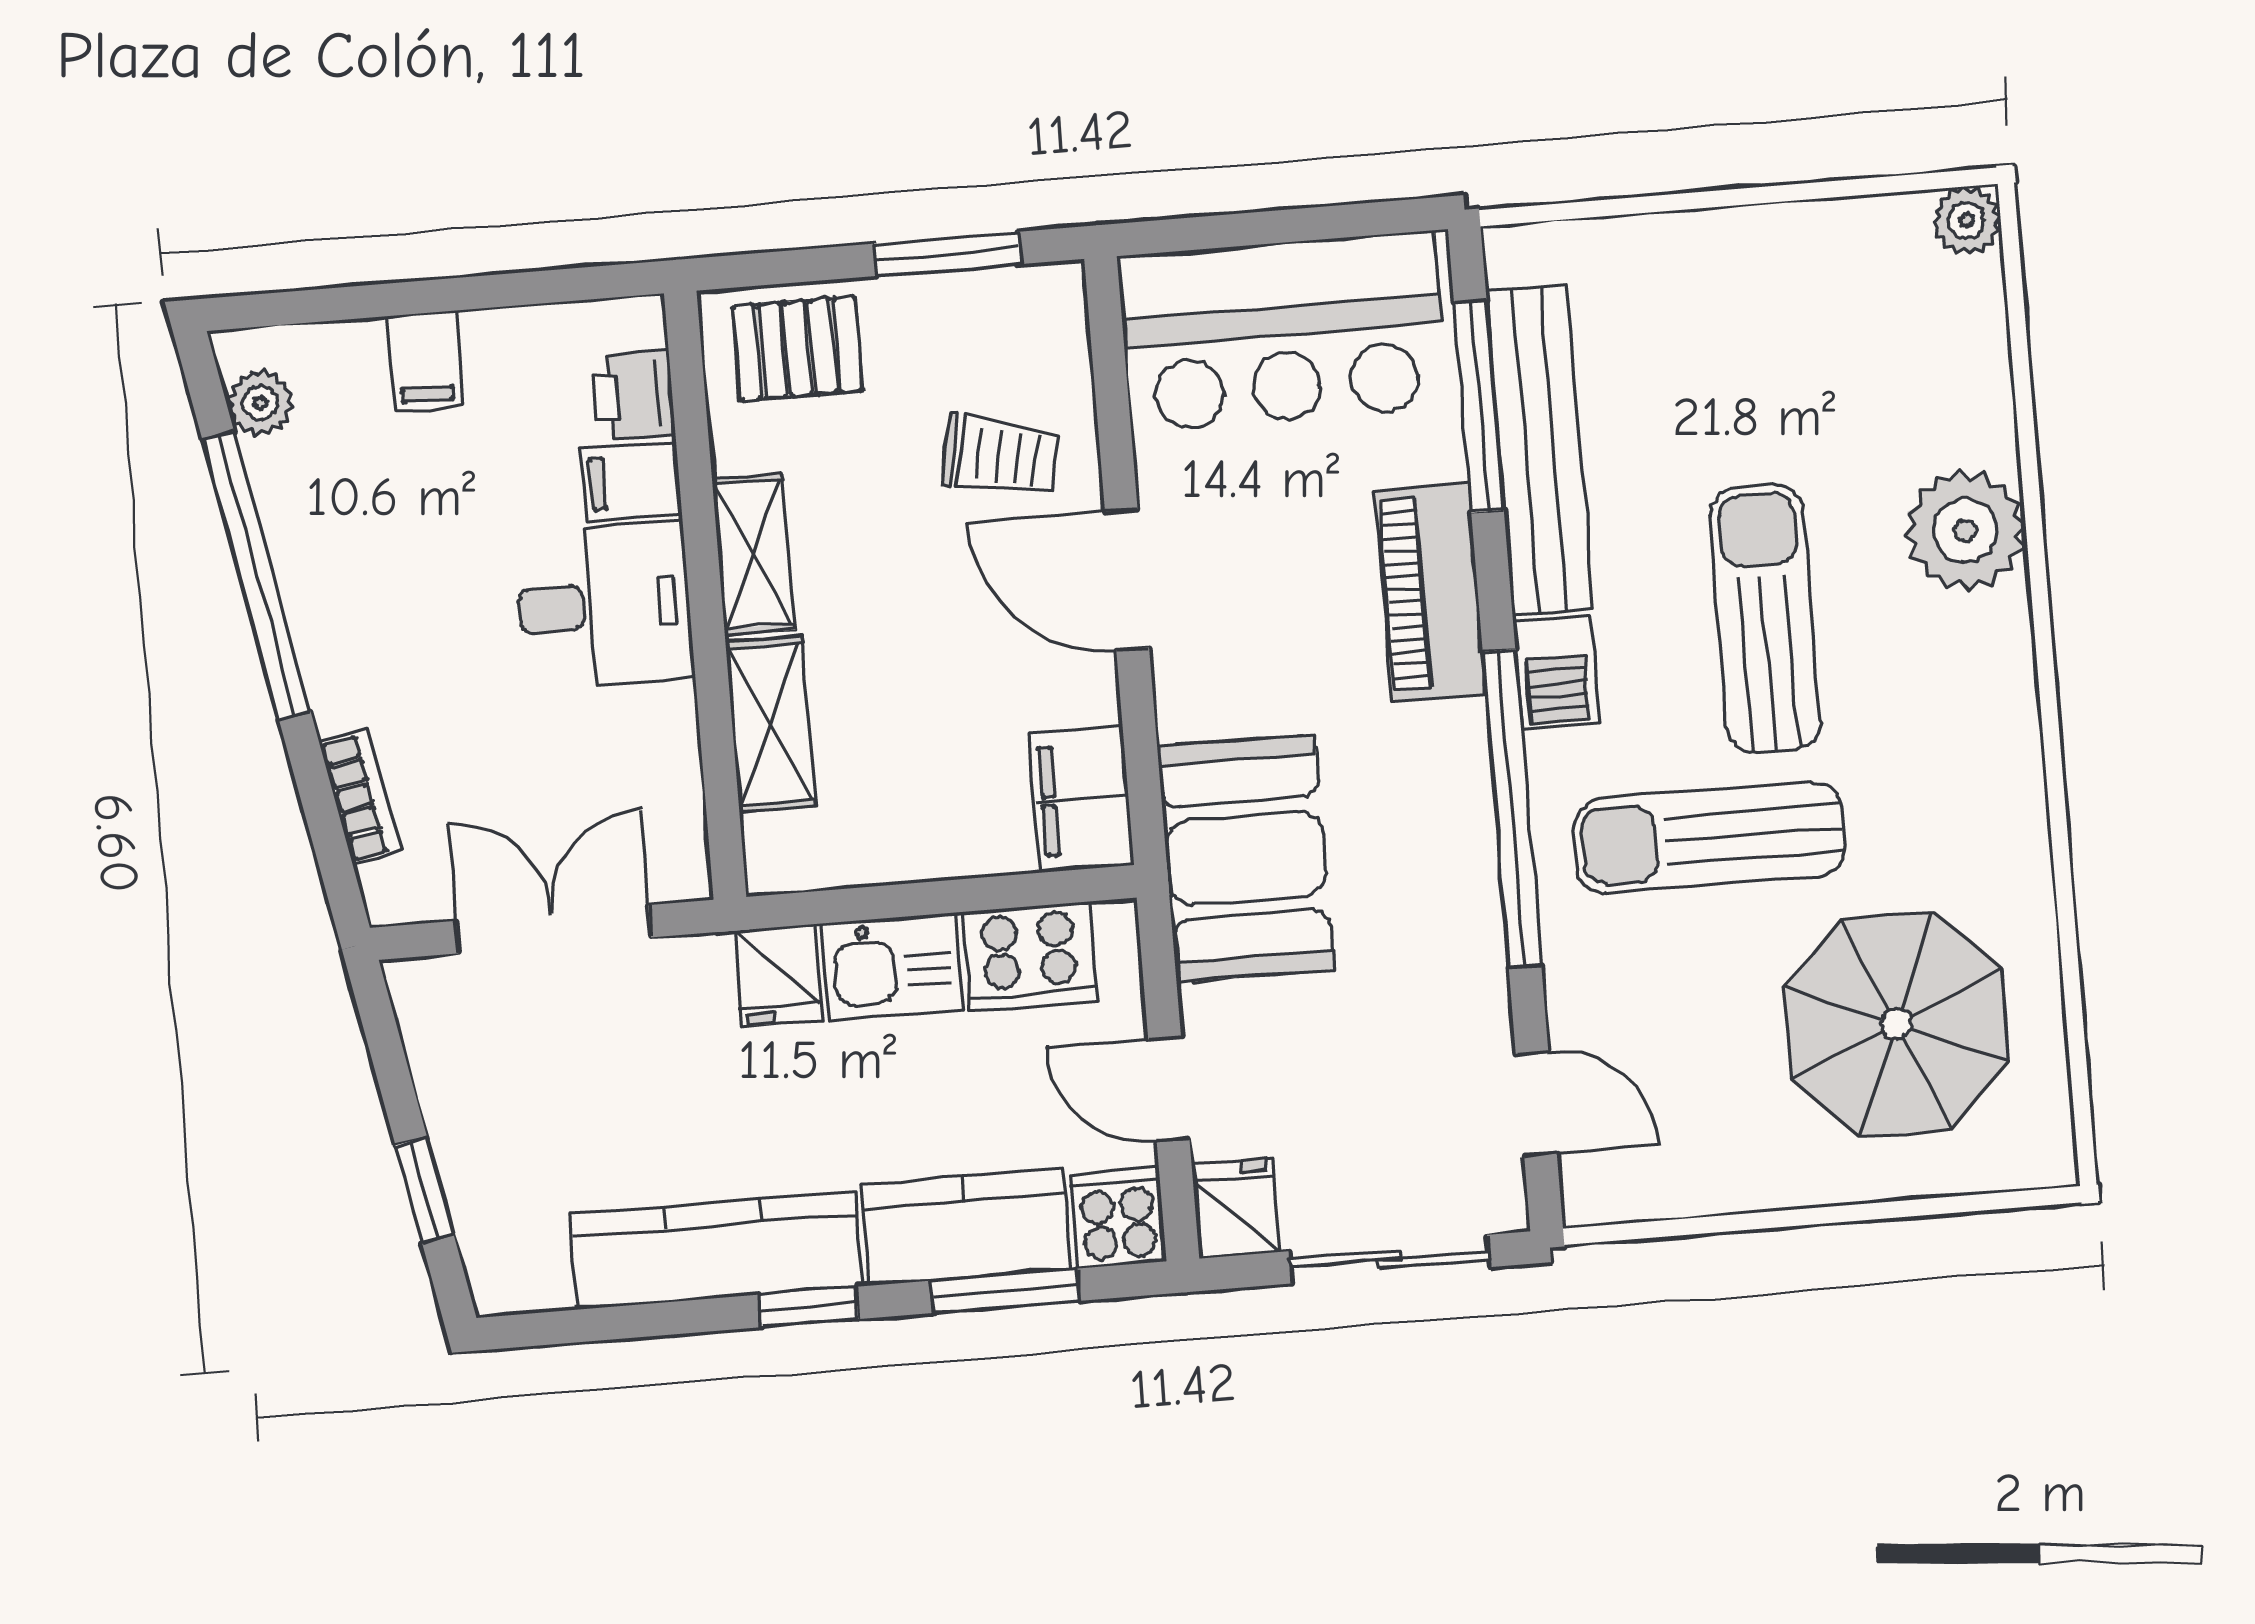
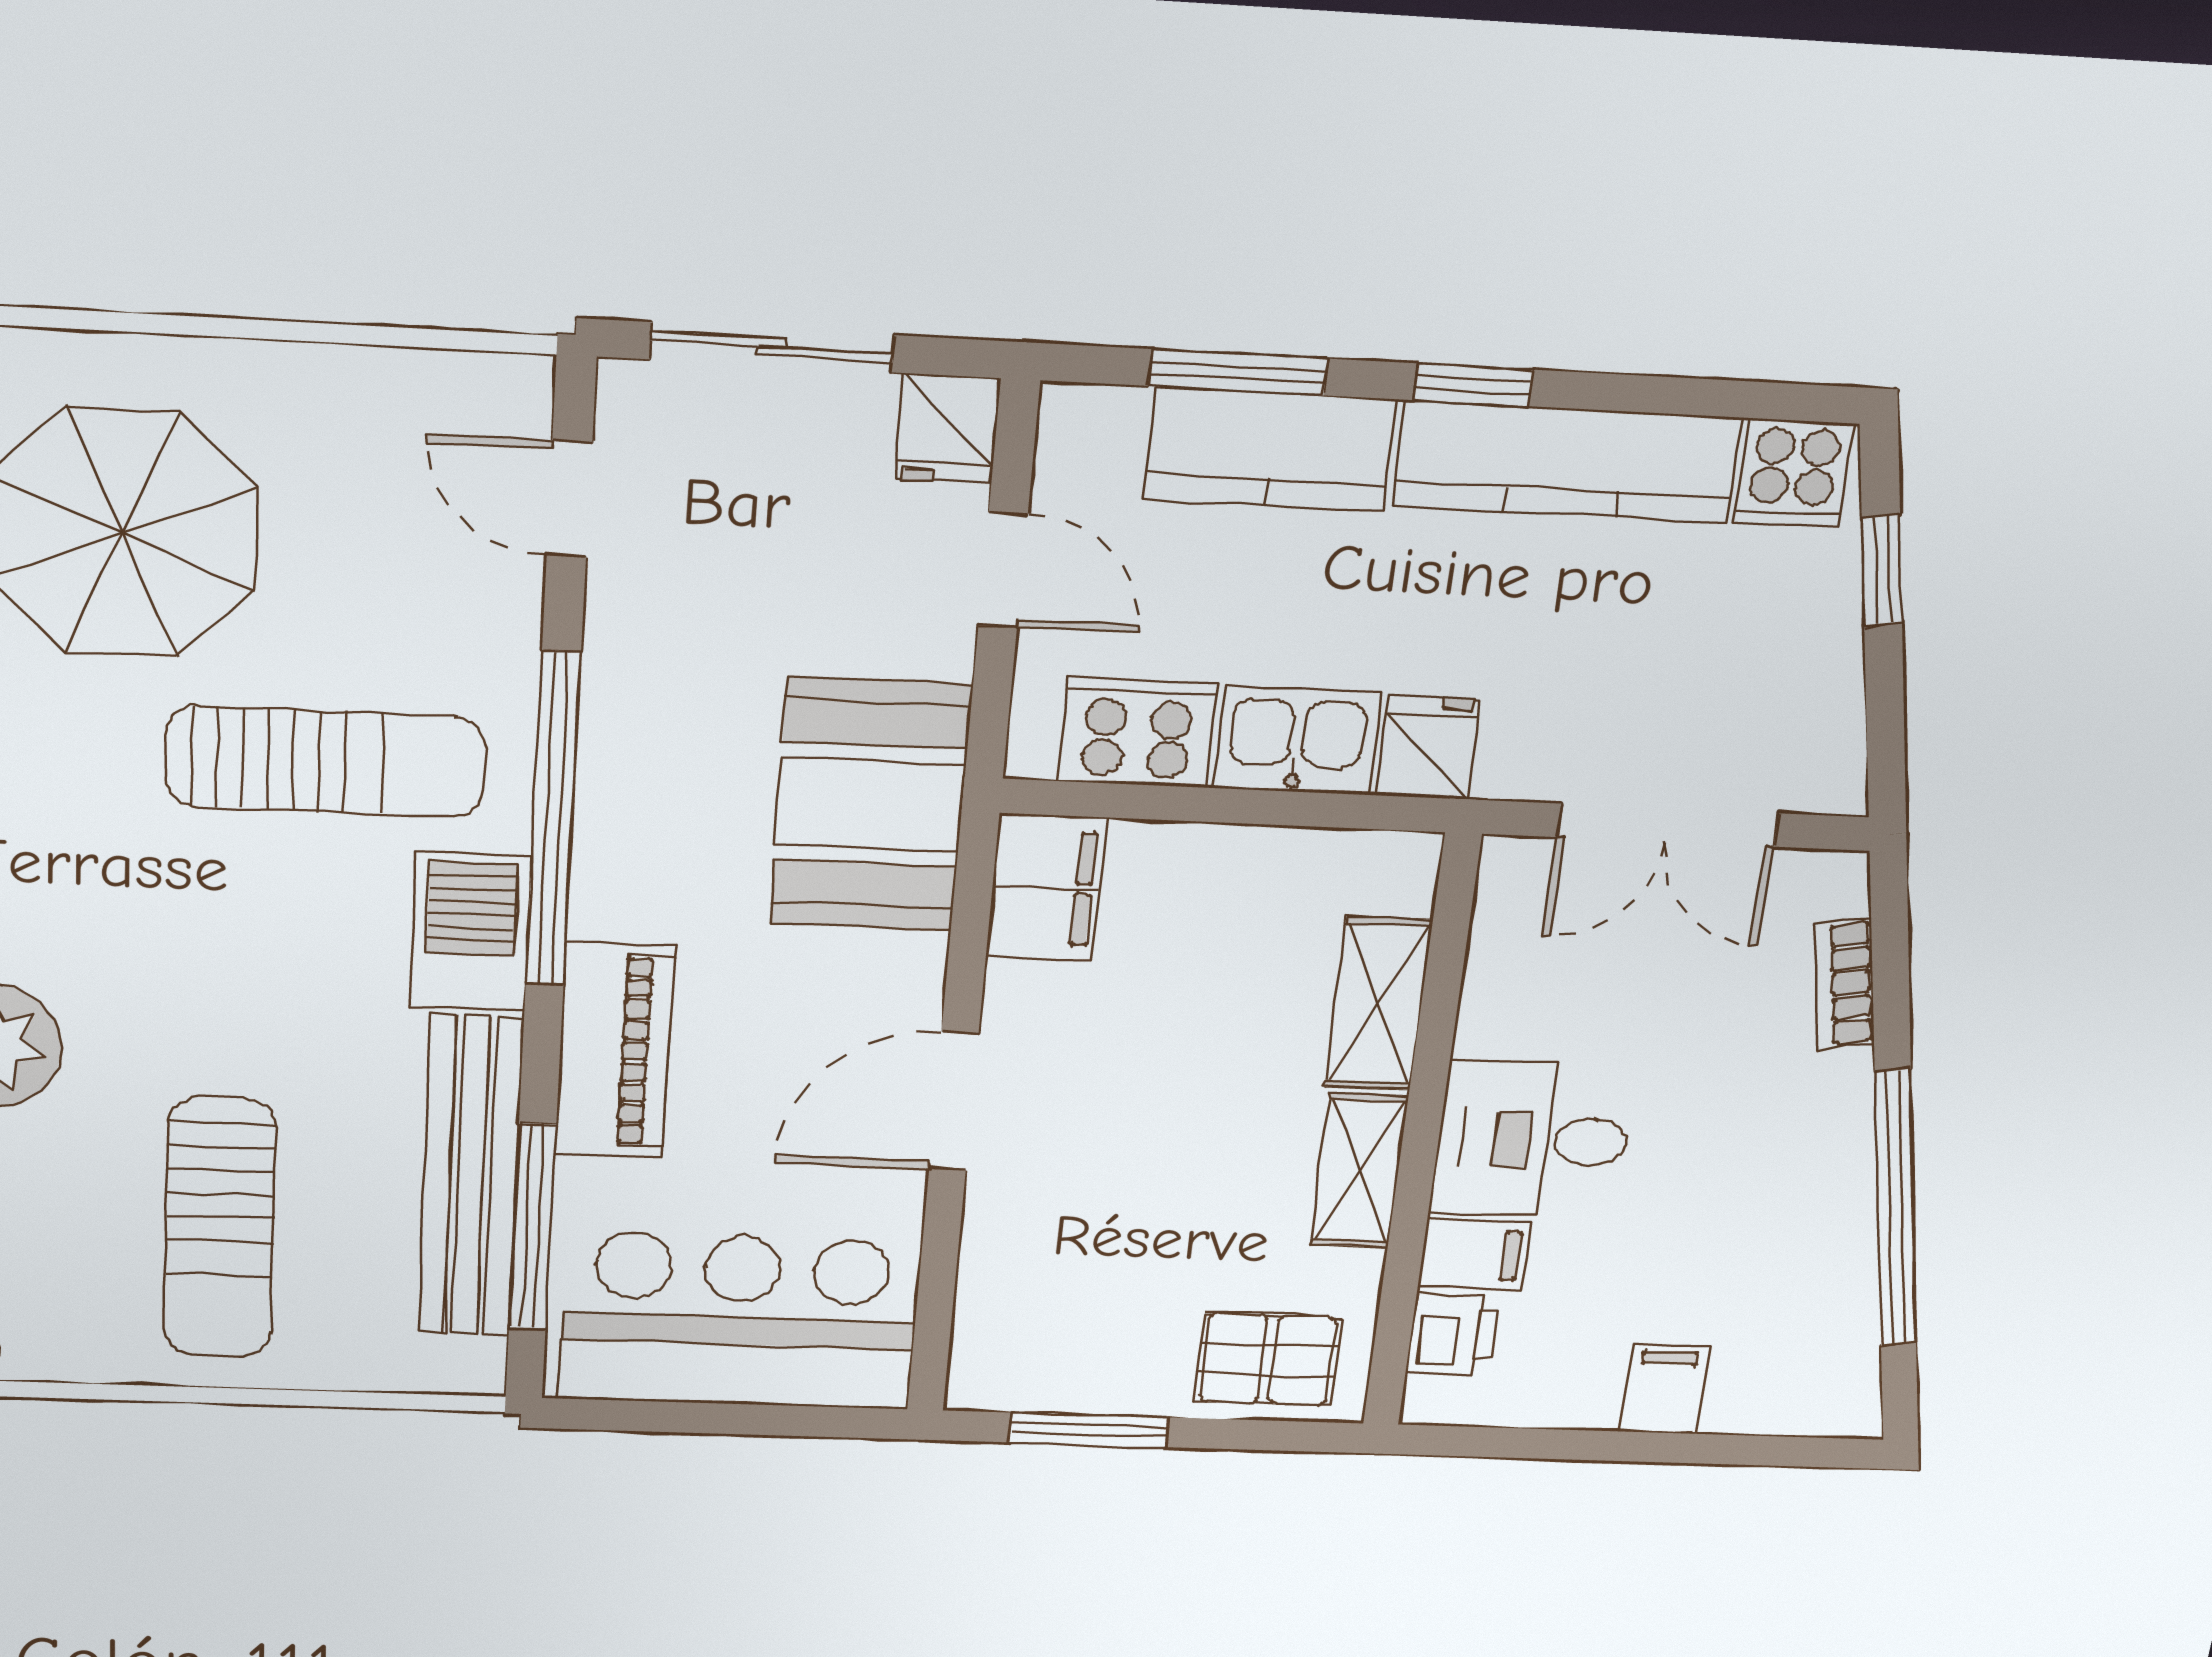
plant: (260, 403) -> (1847, 1369), removed
trolley: (1000, 456) -> (1070, 1236), removed
door: (1127, 579) -> (954, 1101), swing flipped
sun lounger: (1765, 619) -> (220, 1229), moved
barbecue: (1556, 673) -> (471, 932), width x1.38, depth x1.27
cooker: (1118, 1218) -> (1794, 473), moved

